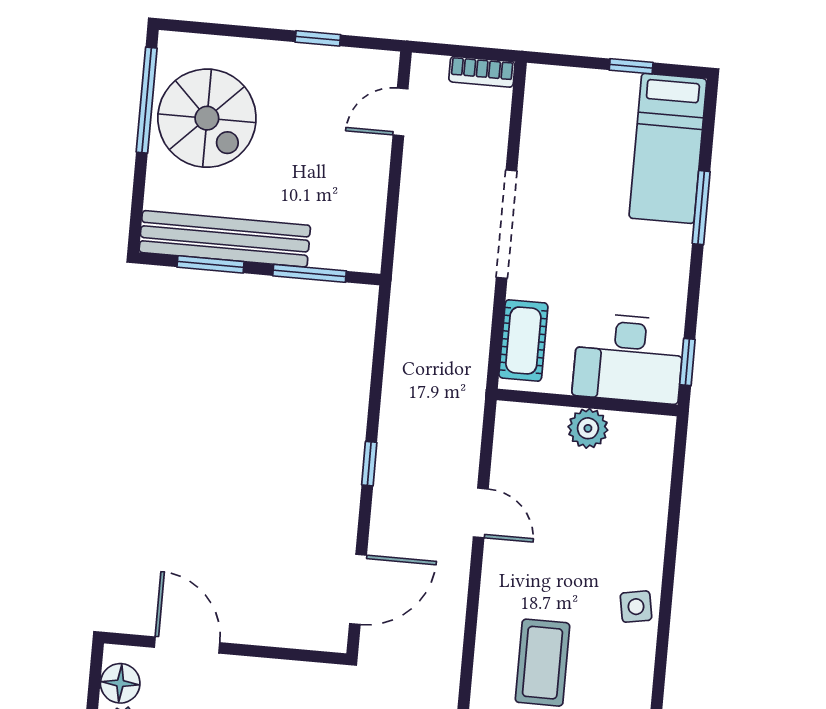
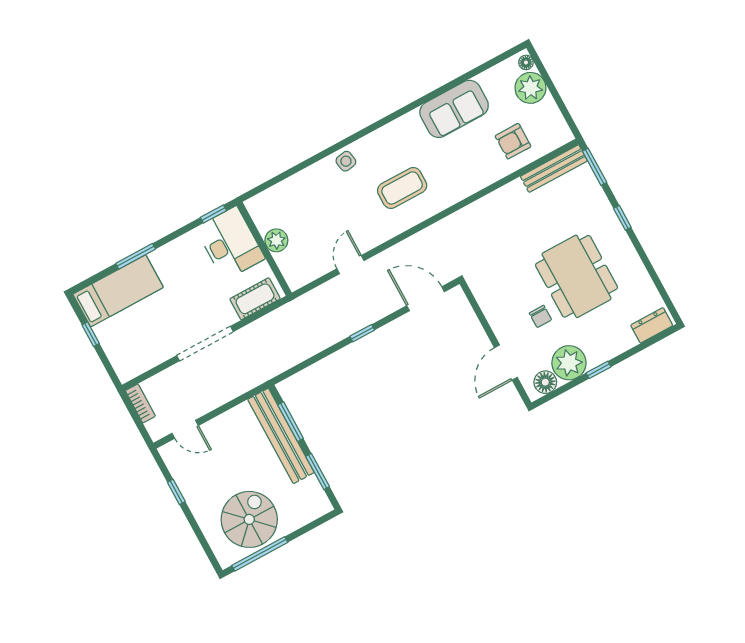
bench: (225, 239) -> (281, 436), moved

